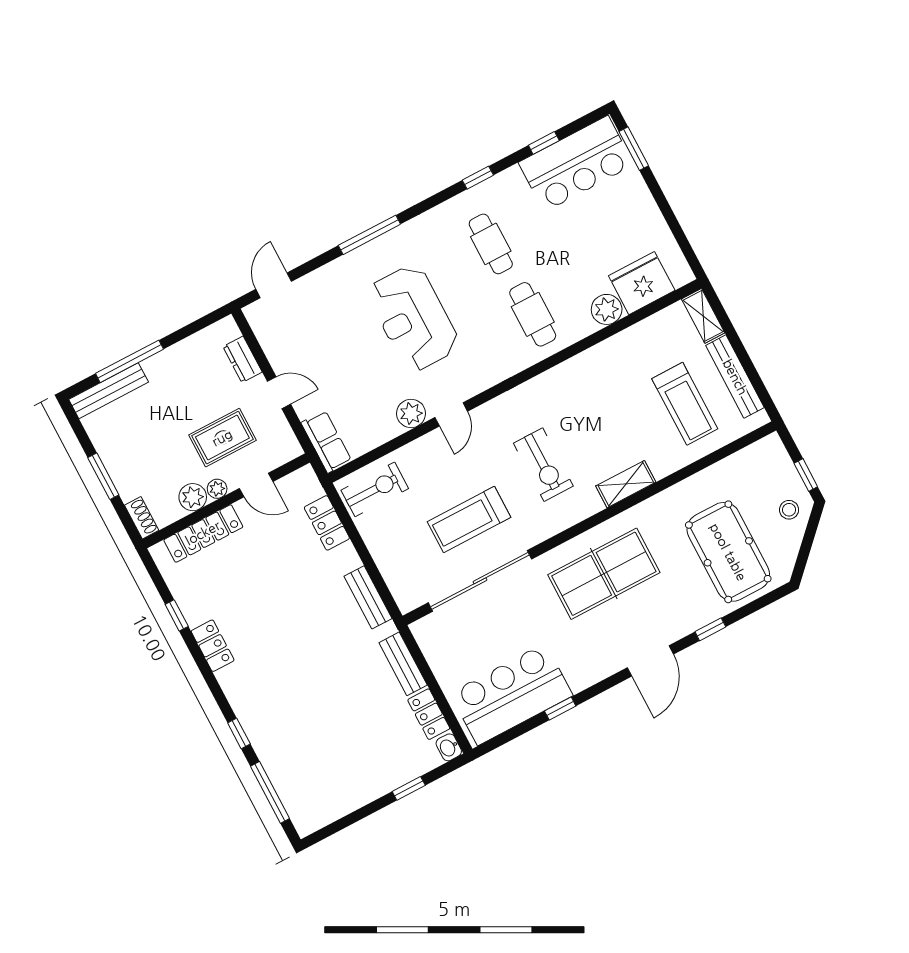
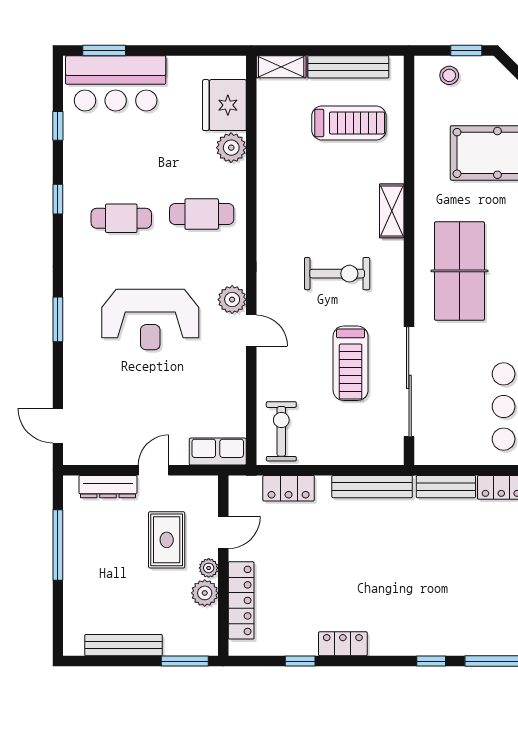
bar counter: (576, 164) -> (116, 83), moved, turned 90
window: (369, 235) -> (58, 319), width x0.69
dresser: (243, 359) -> (108, 487), width x1.44
window: (129, 361) -> (58, 545), moved
bench: (109, 391) -> (124, 645), moved, turned 90
plant: (411, 413) -> (232, 300), moved
window: (103, 476) -> (185, 661), moved
stool: (789, 510) -> (449, 75), moved
shoe rack: (142, 518) -> (199, 647), removed
bench: (368, 597) -> (372, 487), width x1.36

